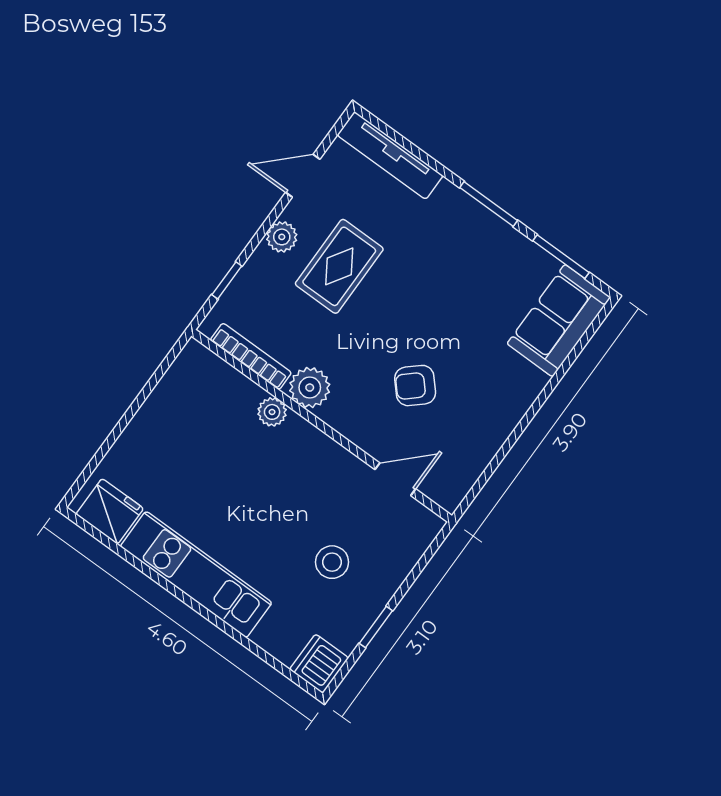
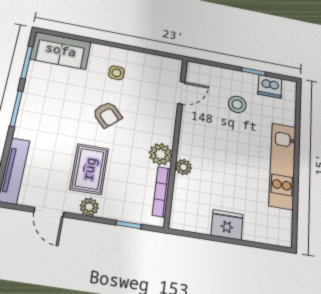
rug: (339, 266) -> (89, 169), turned 90
armchair: (415, 386) -> (107, 115), moved
side table: (479, 391) -> (117, 73), added
door: (395, 479) -> (181, 93), swing flipped
fridge: (110, 511) -> (227, 225), moved, turned 90
dishwasher: (319, 664) -> (270, 86), moved

